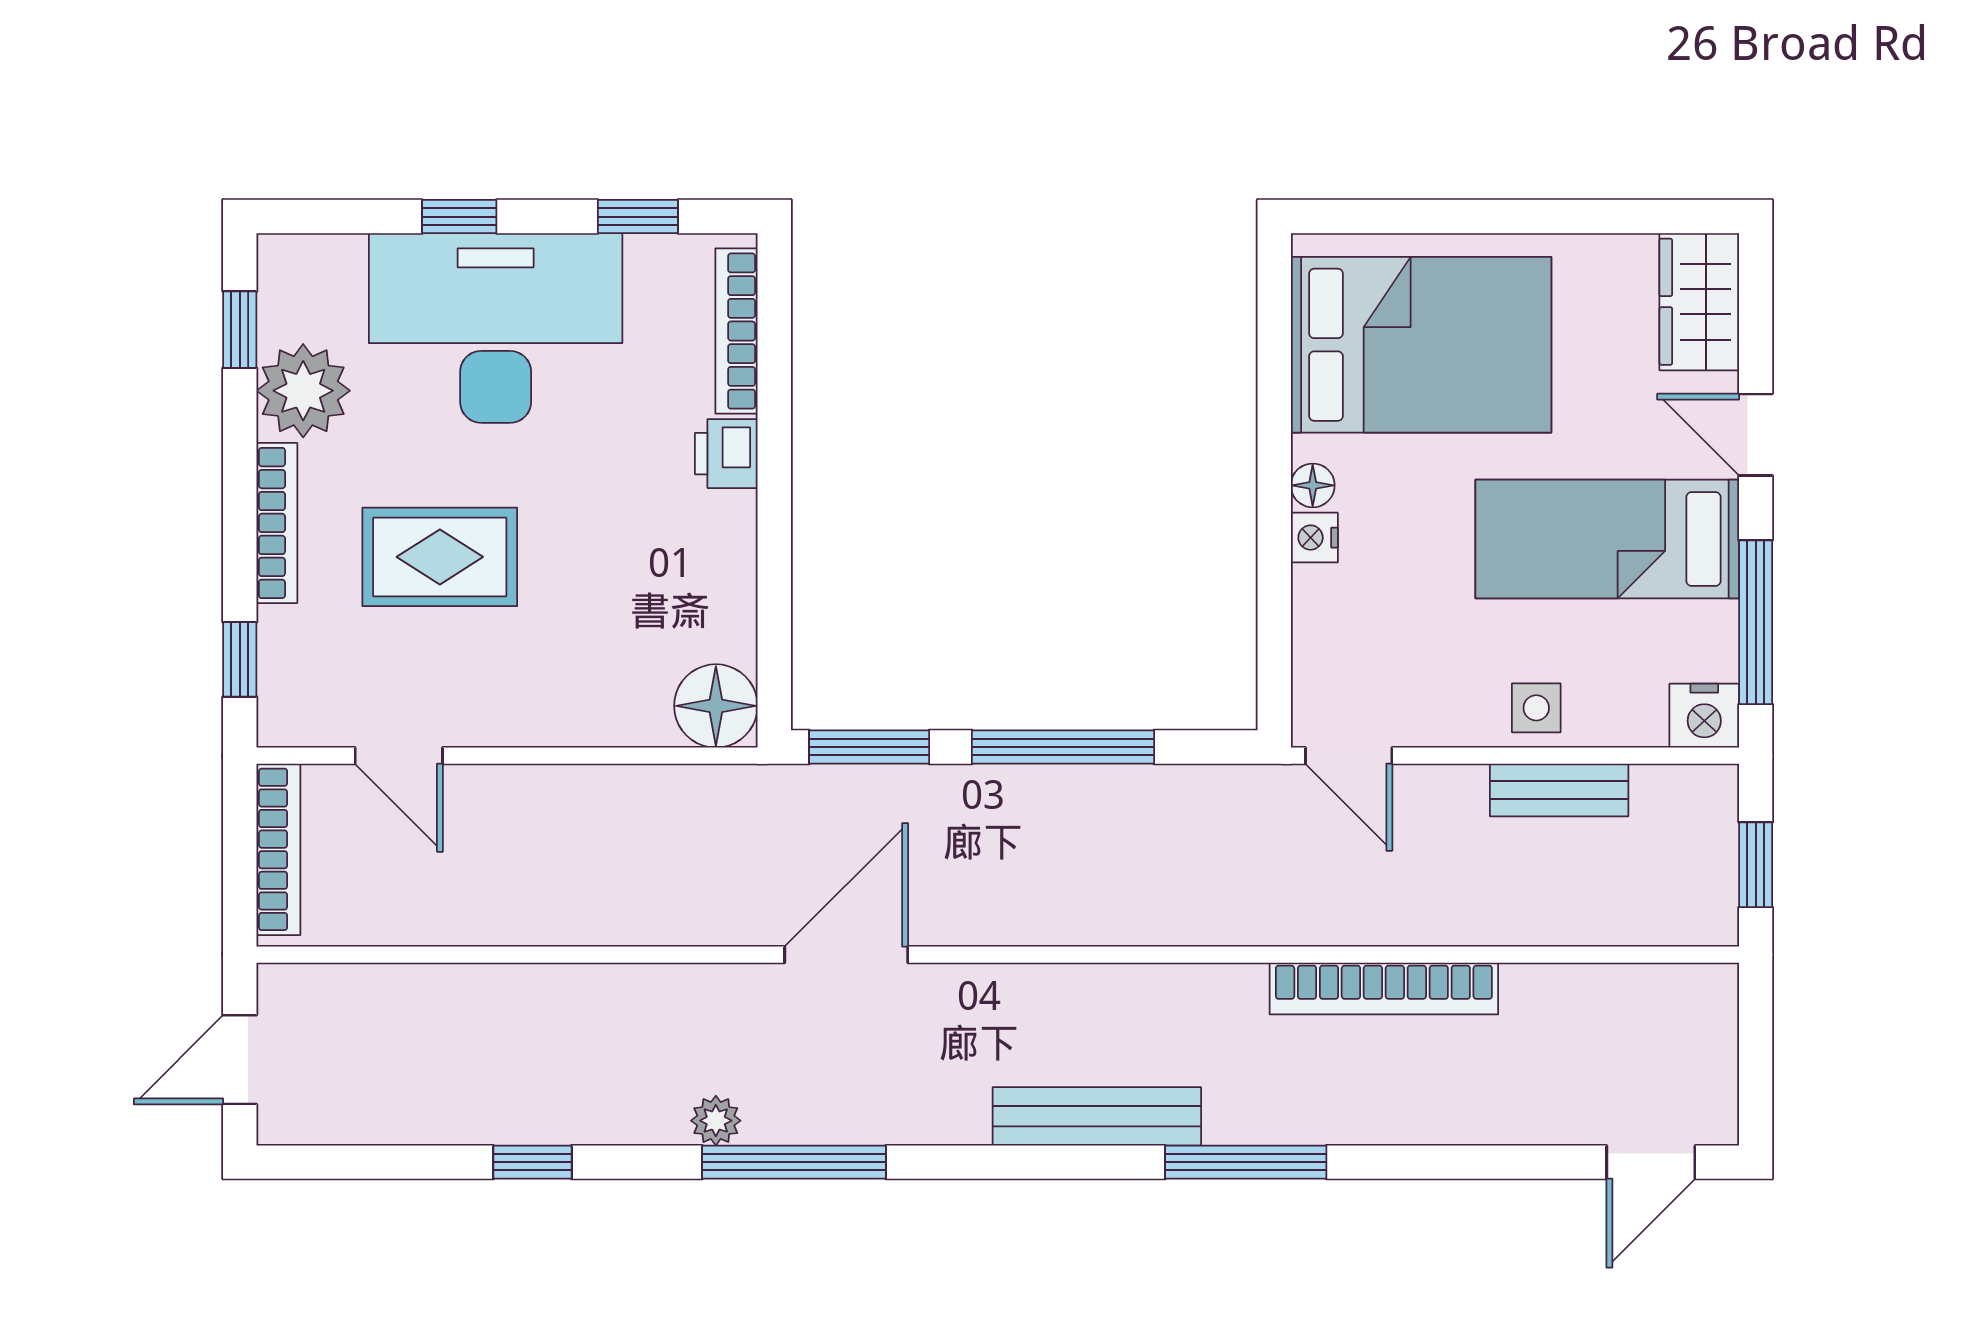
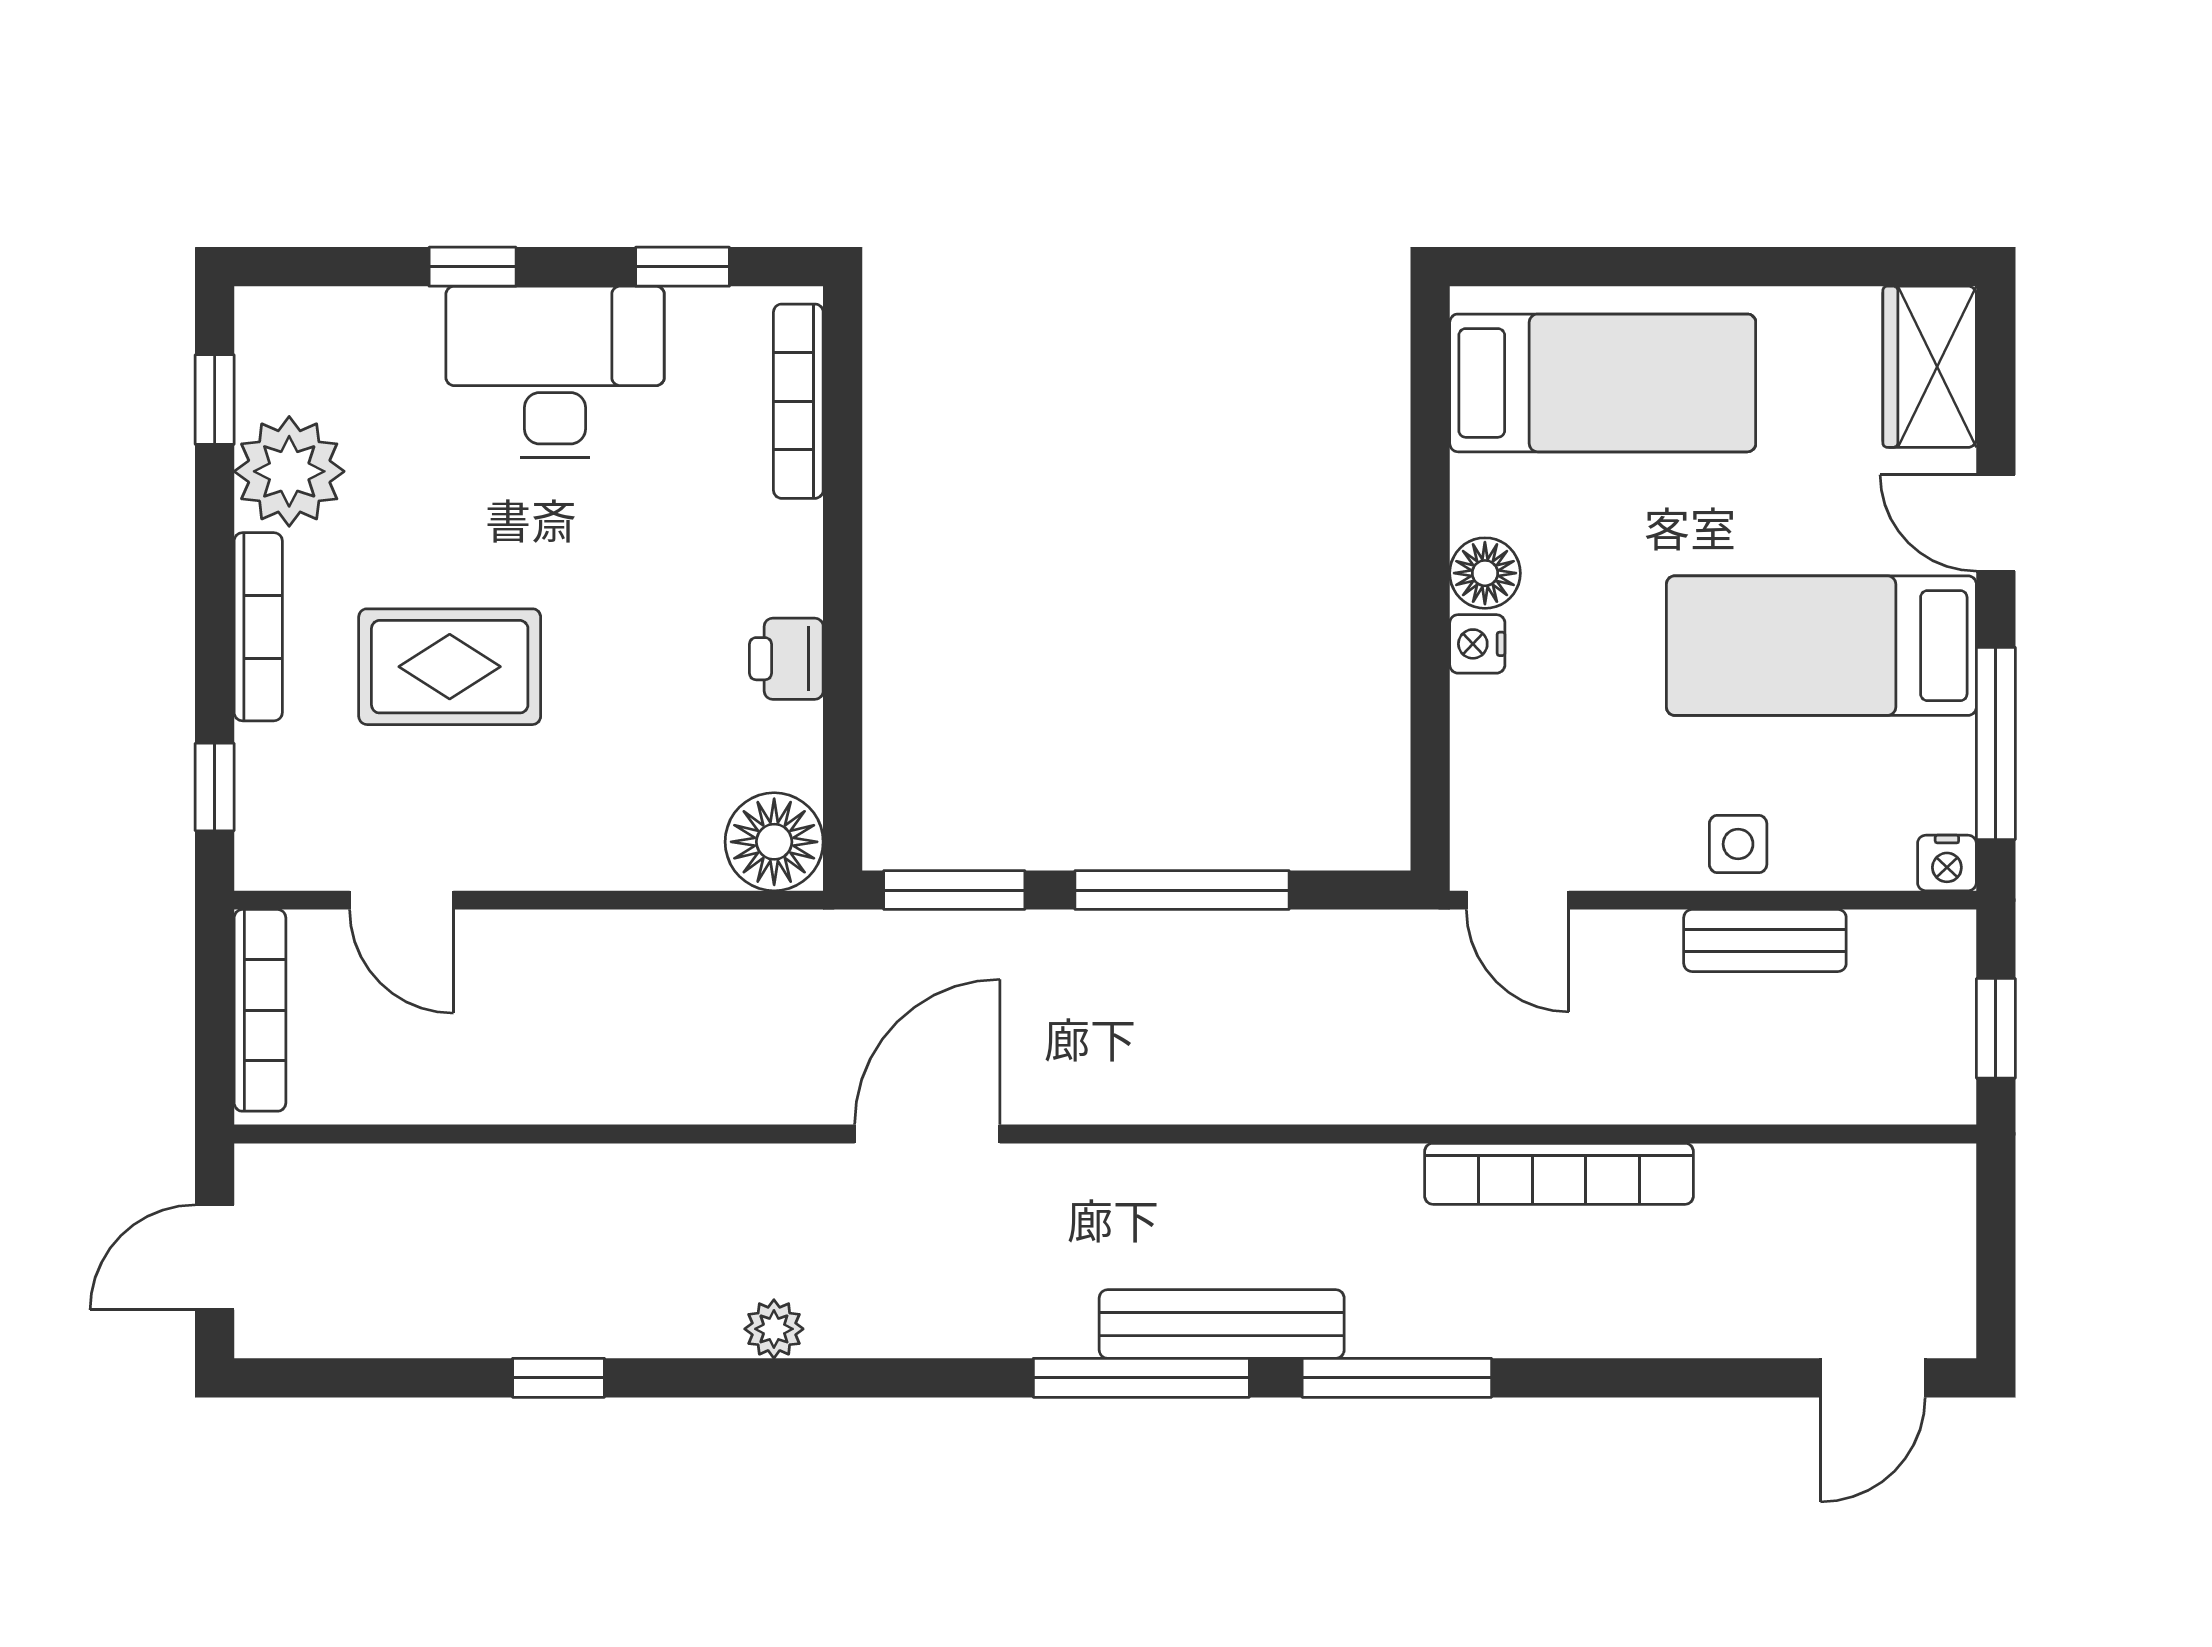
desk: (496, 328) -> (555, 372), width x0.73, depth x0.77
bed: (1421, 345) -> (1603, 383), width x0.67
printer: (726, 454) -> (786, 659), moved
floor lamp: (1313, 485) -> (1485, 573), width x1.37, depth x1.37
nightstand: (1704, 716) -> (1947, 863), width x0.72, depth x0.74
window: (794, 1162) -> (1141, 1378), moved

